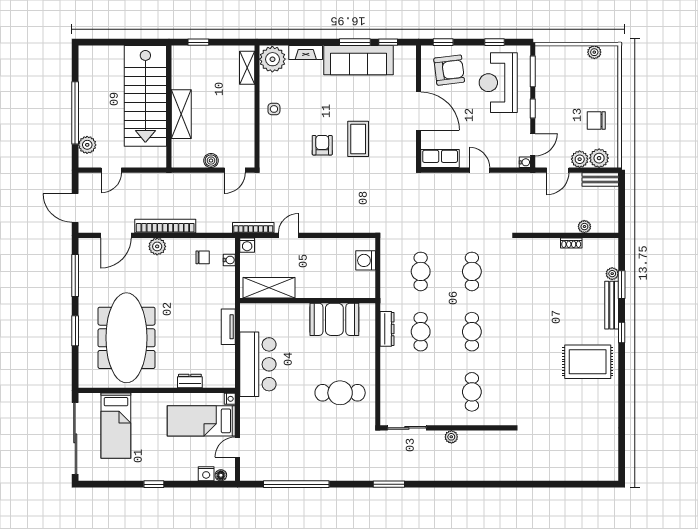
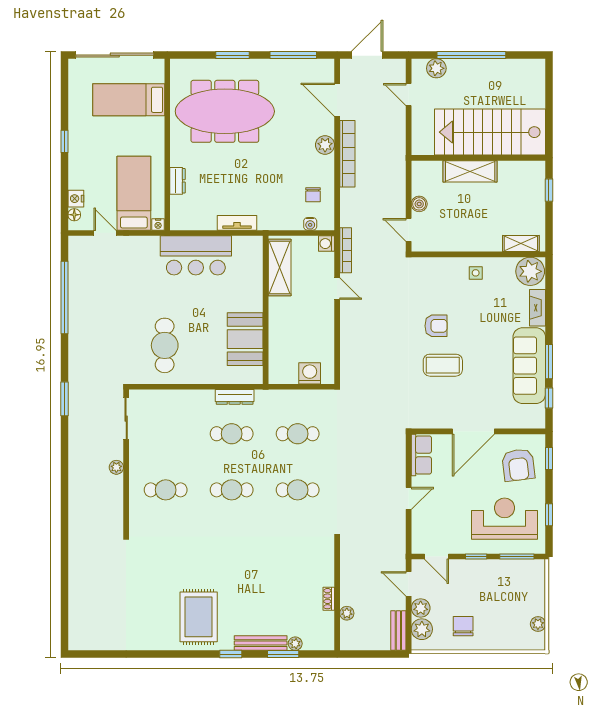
water cooler: (525, 162) -> (417, 548), removed

